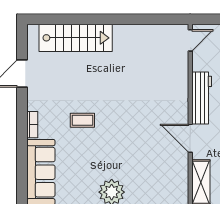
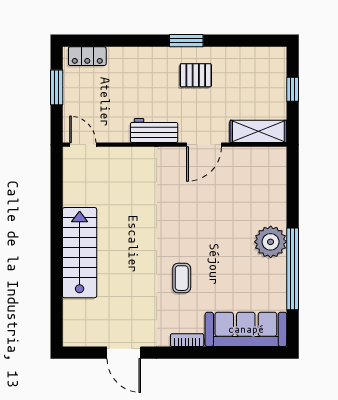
stairs: (76, 38) -> (80, 253), moved
workbench: (202, 98) -> (154, 131), width x0.73

